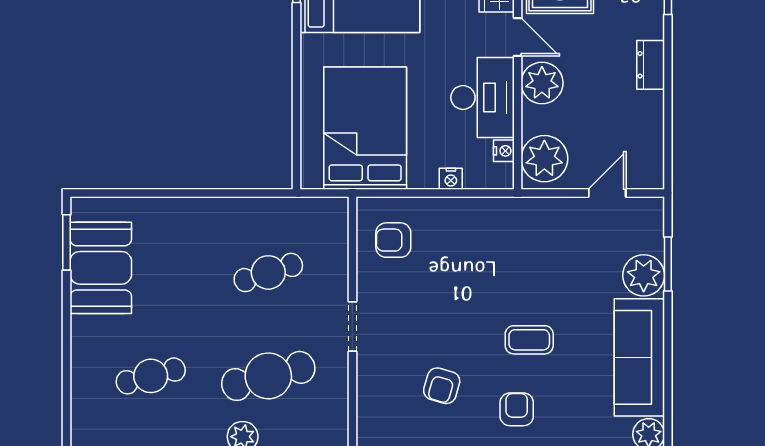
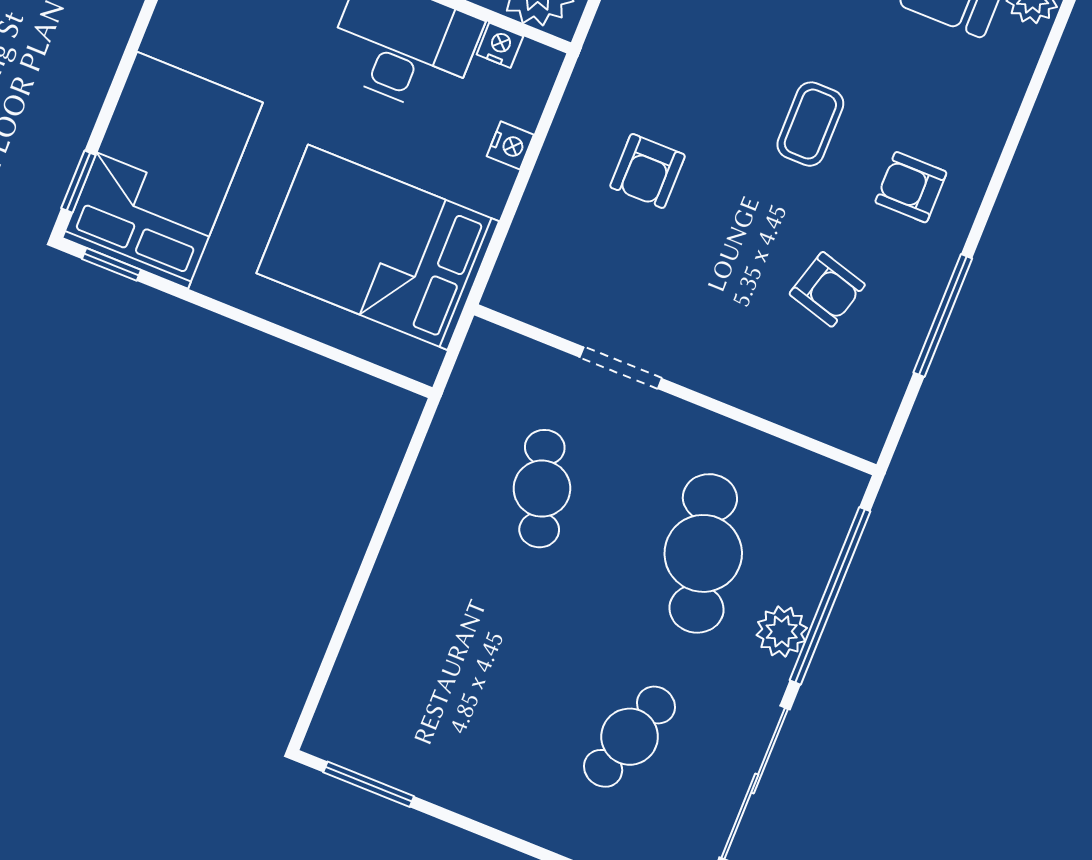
armchair: (393, 240) -> (648, 171), moved
booth: (101, 268) -> (430, 747), removed
doorway: (352, 327) -> (621, 368), moved
cafe table: (151, 376) -> (630, 737), turned 33

